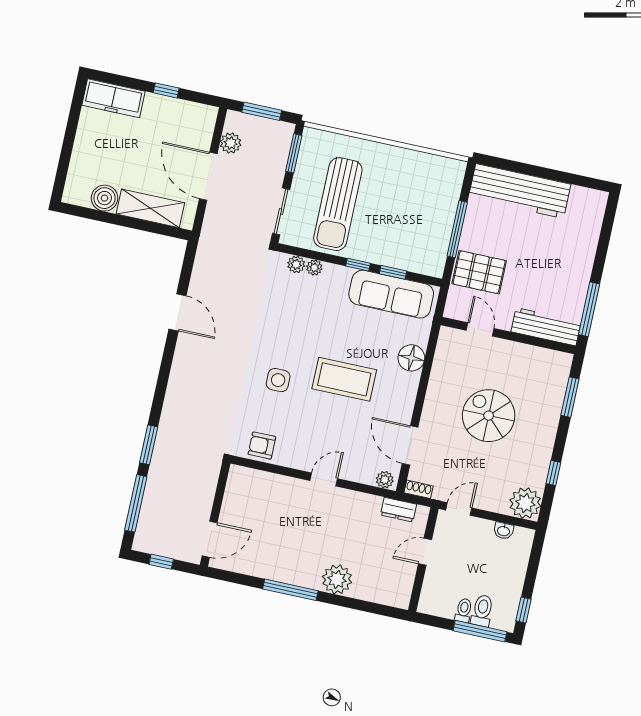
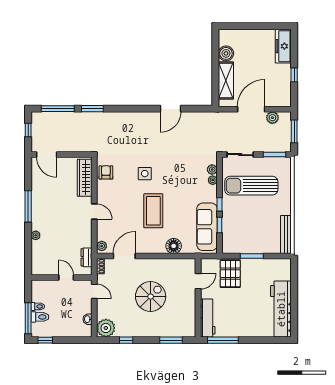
bench: (433, 164) -> (286, 235), added
workbench: (520, 191) -> (281, 309), moved
window: (457, 229) -> (252, 256), width x0.69
wardrobe: (263, 483) -> (85, 178), added
plant: (337, 579) -> (36, 235), width x0.53, depth x0.53

